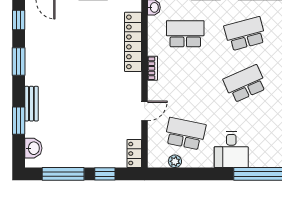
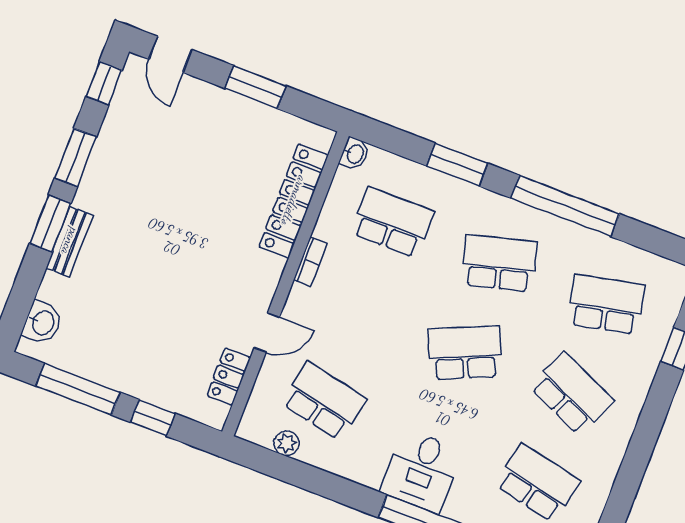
window: (19, 121) -> (50, 223), moved
desk: (231, 150) -> (421, 471), moved
locker: (134, 154) -> (229, 377), moved

